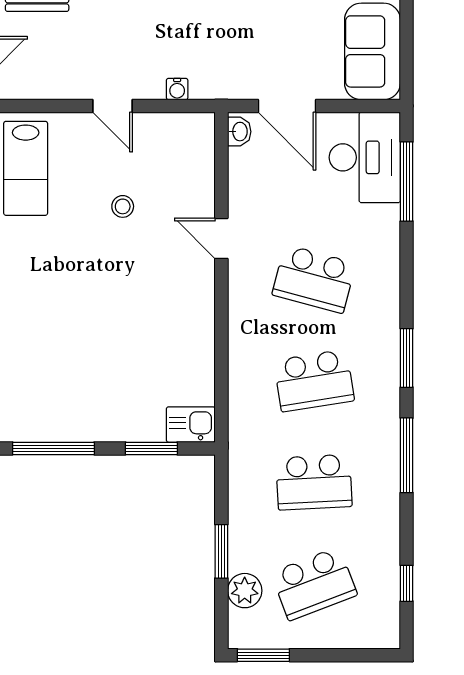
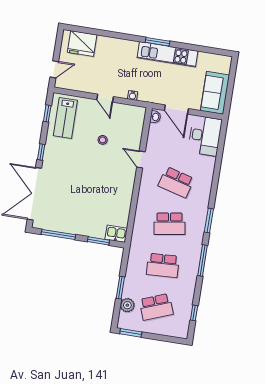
window: (407, 182) -> (220, 148), removed

